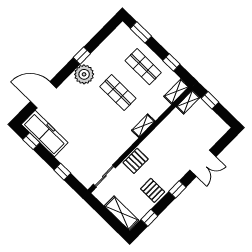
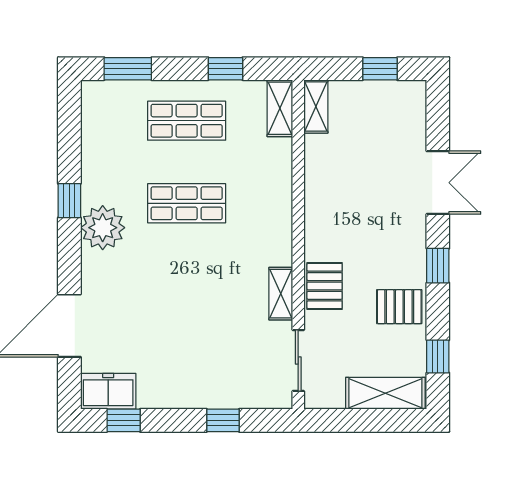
window: (210, 100) -> (380, 69), moved
shelving: (143, 126) -> (281, 294), moved
freezer: (45, 134) -> (108, 391), width x0.52, depth x0.79

